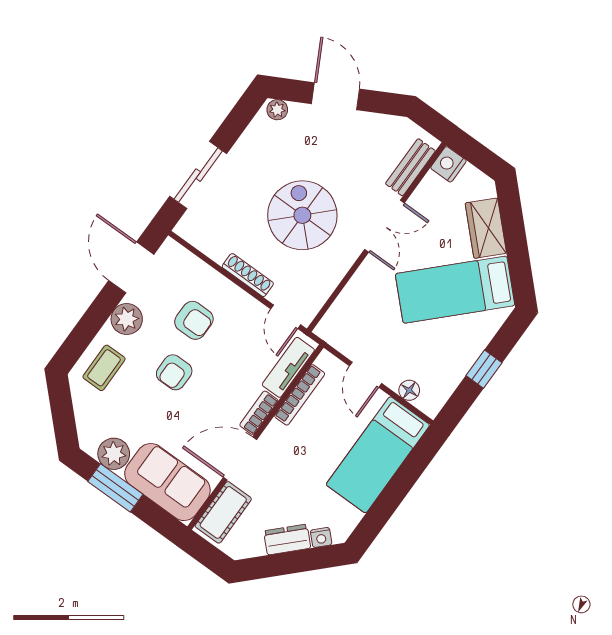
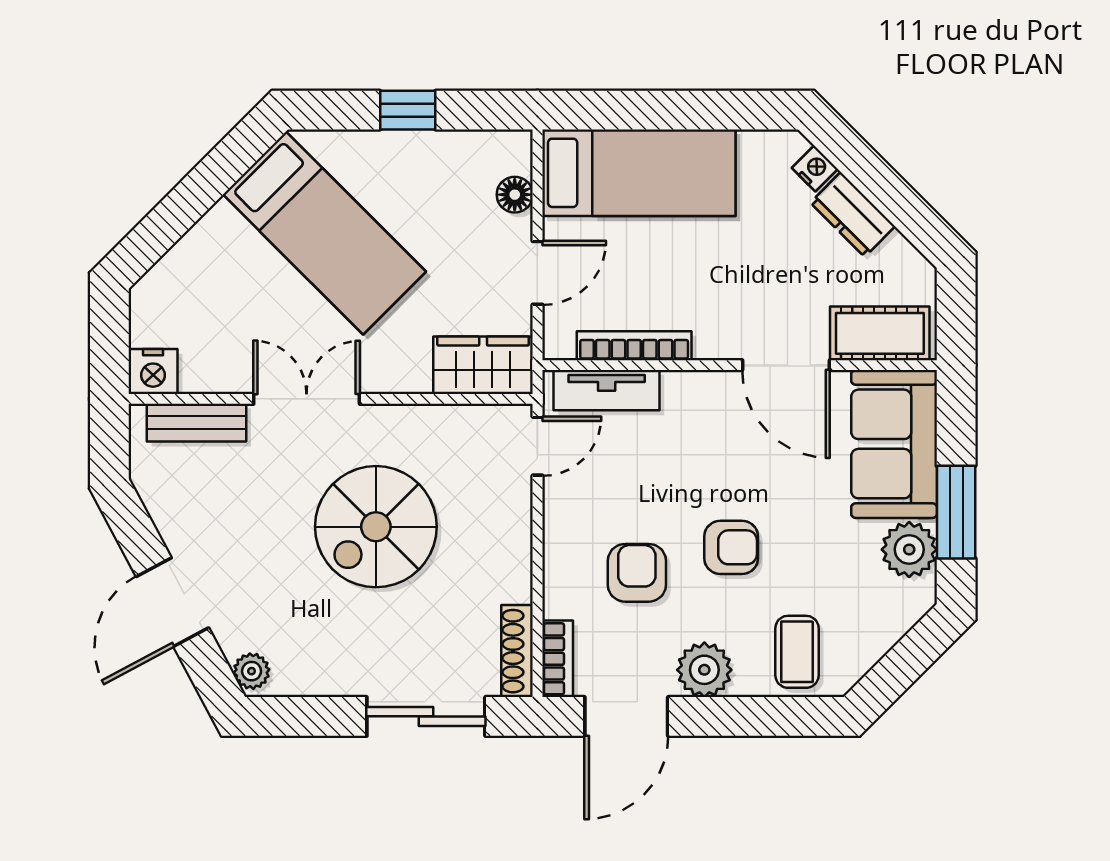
wardrobe: (486, 228) -> (483, 365), moved, turned -135
shoe rack: (248, 275) -> (517, 651), moved
coffee table: (104, 368) -> (797, 652), turned 90
bookcase: (259, 413) -> (558, 659), moved, turned -90

